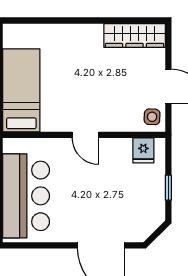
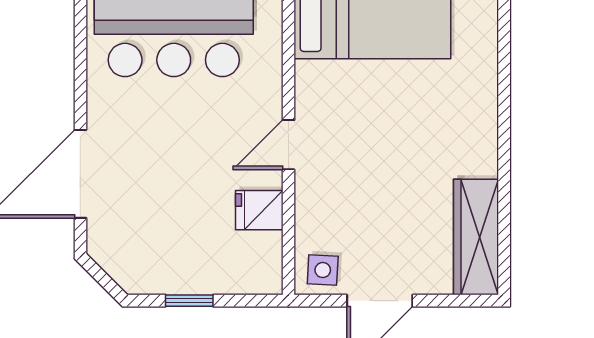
fridge: (143, 150) -> (259, 210), moved

